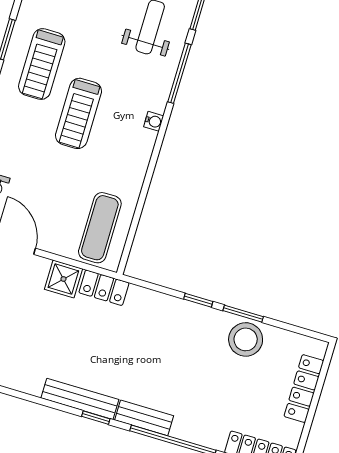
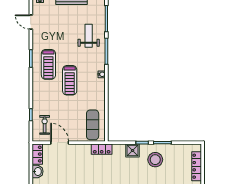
shower: (63, 279) -> (133, 151), moved
stool: (246, 339) -> (155, 160), moved

